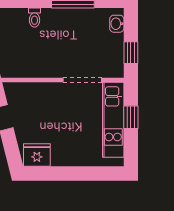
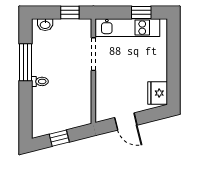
toilet: (34, 17) -> (40, 81), moved
window: (131, 117) -> (141, 12), moved

